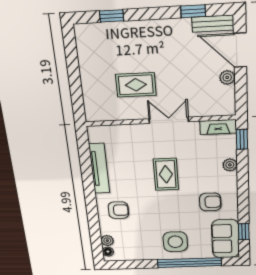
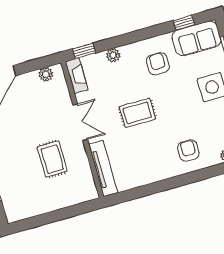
plant: (227, 77) -> (46, 74), moved
double door: (169, 120) -> (80, 122), swing flipped
tv unit: (99, 169) -> (103, 169), moved, turned 90

